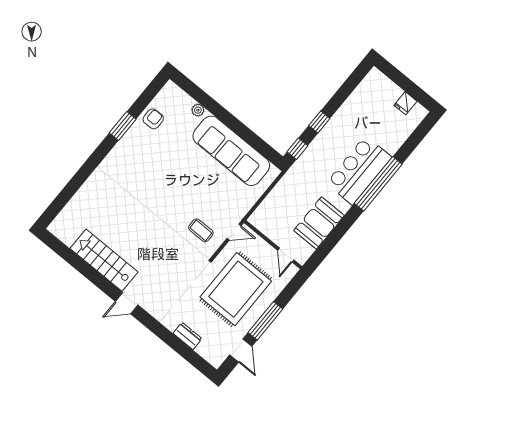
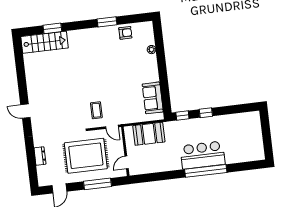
fridge: (405, 103) -> (257, 144), removed
sofa: (231, 151) -> (153, 98), width x0.54, depth x0.79
window: (71, 188) -> (52, 28), added
booth: (319, 223) -> (149, 134), moved
stairs: (104, 260) -> (45, 42), moved, turned 90
window: (265, 321) -> (97, 184), moved

